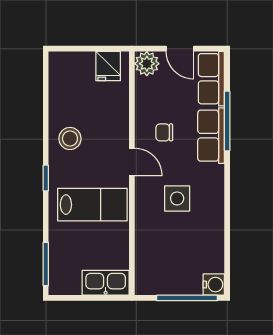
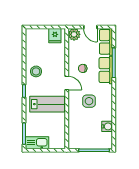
kitchen sink: (106, 283) -> (37, 143), moved
water cooler: (214, 285) -> (107, 126), moved

